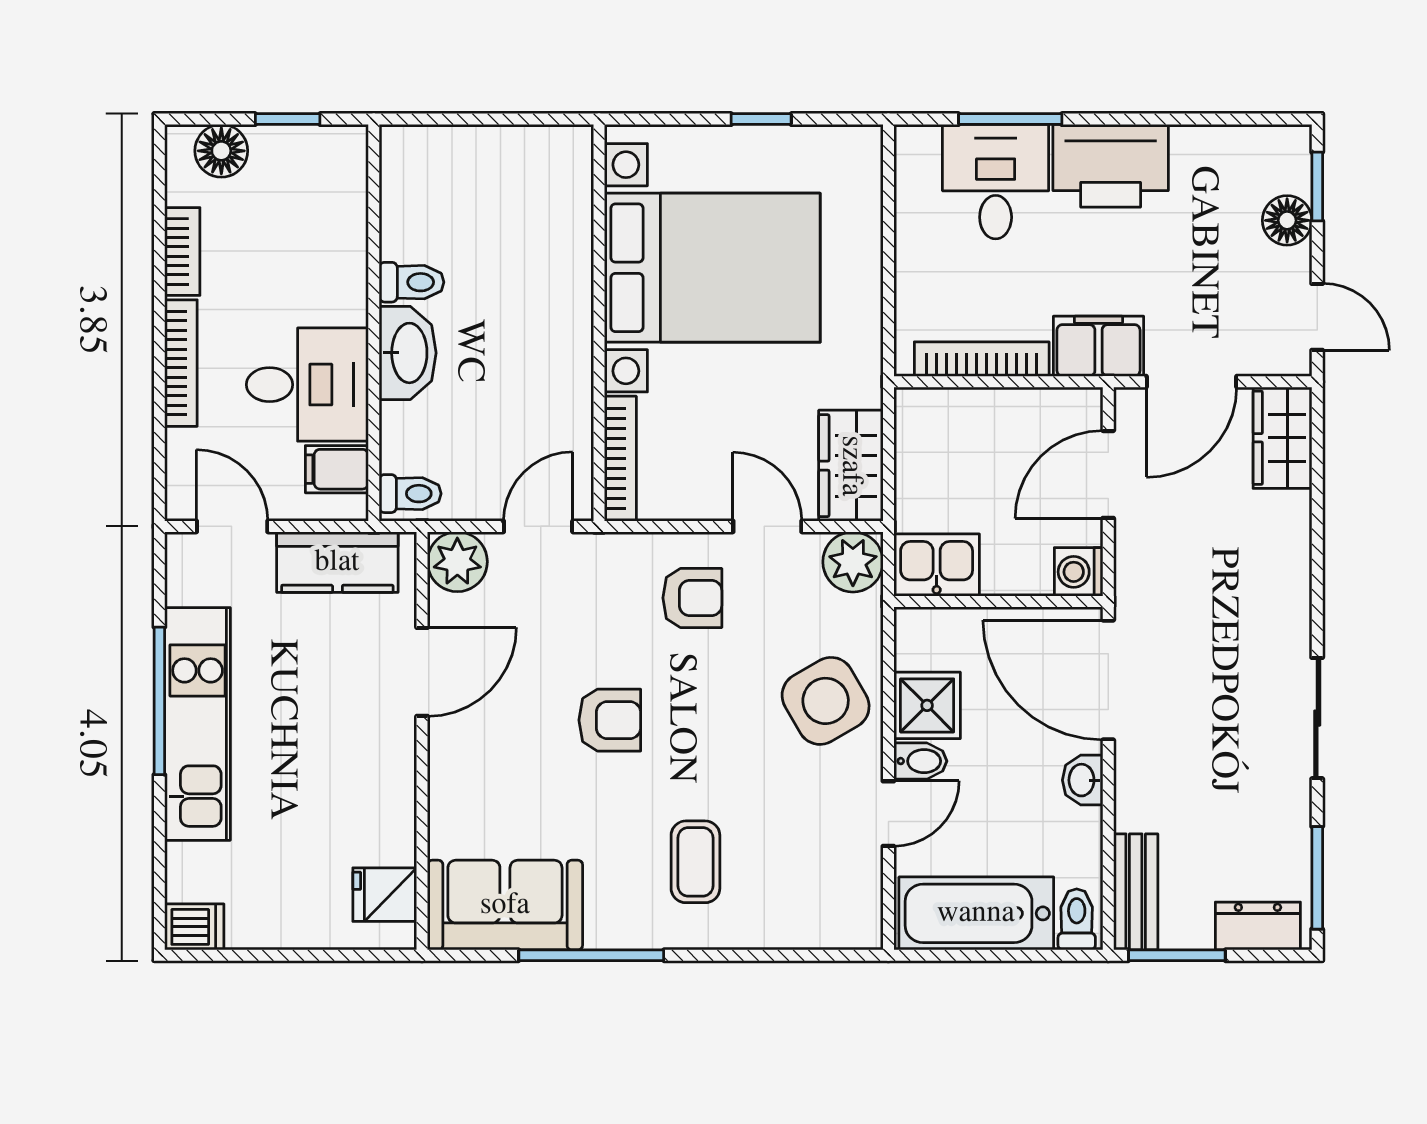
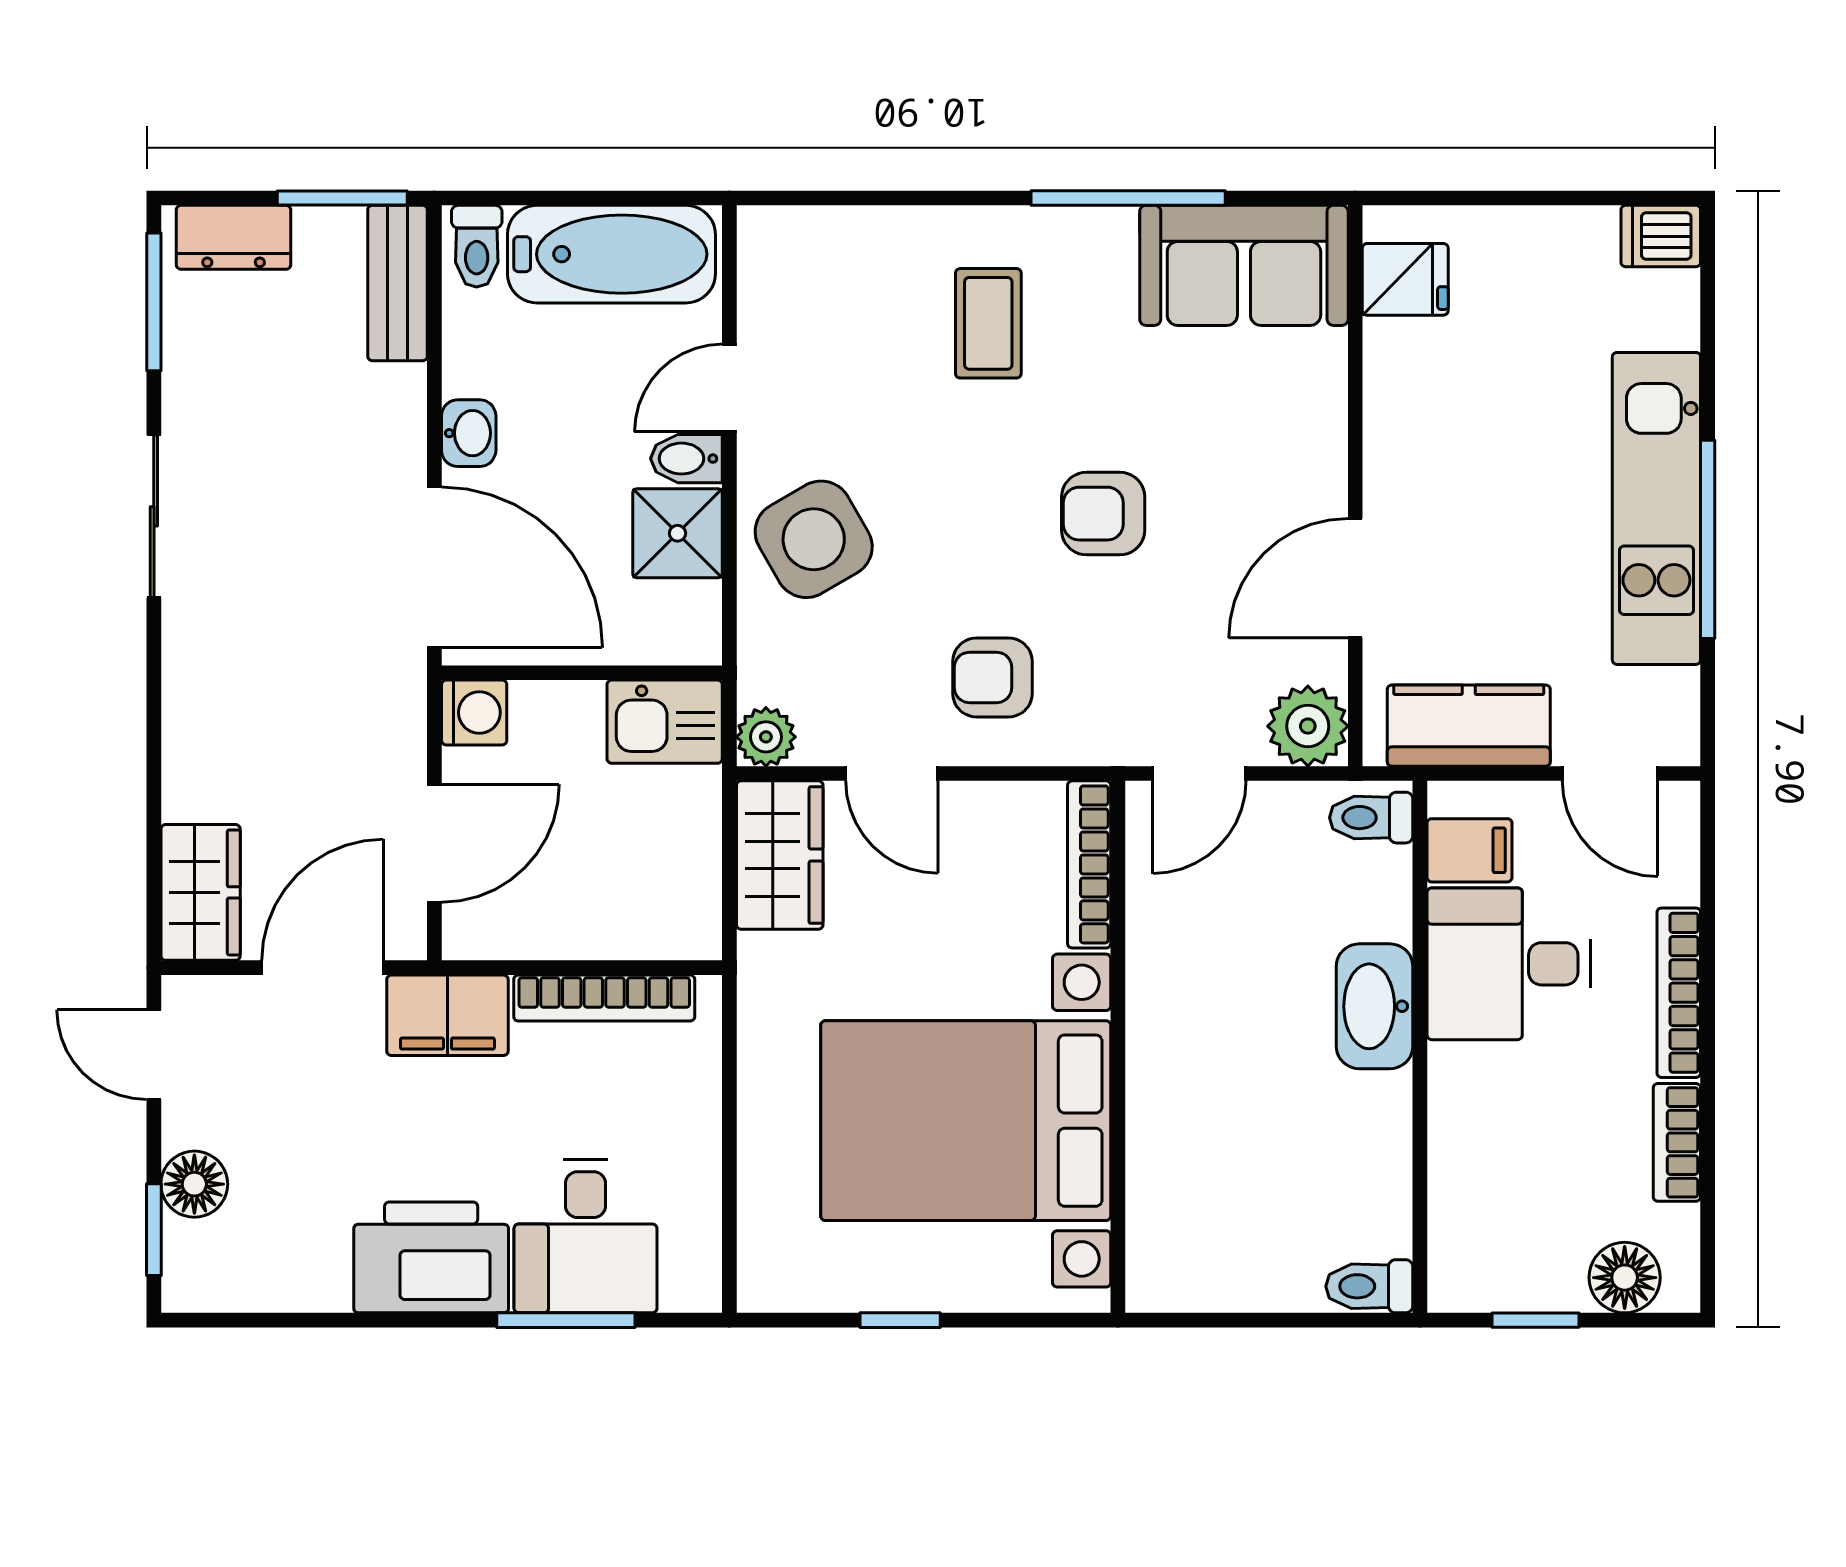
toilet: (412, 282) -> (1369, 1286), moved
plant: (853, 562) -> (766, 737), width x0.73, depth x0.73

